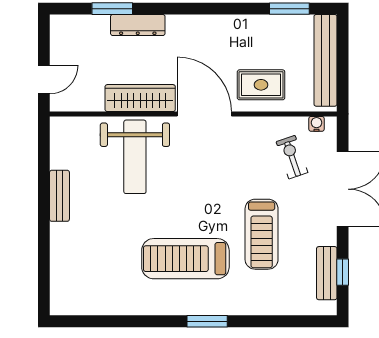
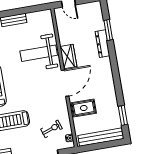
rug: (261, 85) -> (84, 108), turned 90
wardrobe: (140, 98) -> (68, 56), width x0.67

